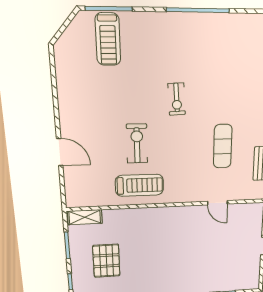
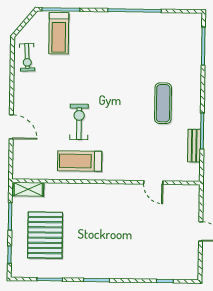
exercise bike: (177, 99) -> (27, 57), moved
exercise mat: (223, 146) -> (163, 103), moved
treadmill: (139, 185) -> (80, 161), turned 180
pallet: (106, 261) -> (45, 235), width x1.37, depth x1.41

